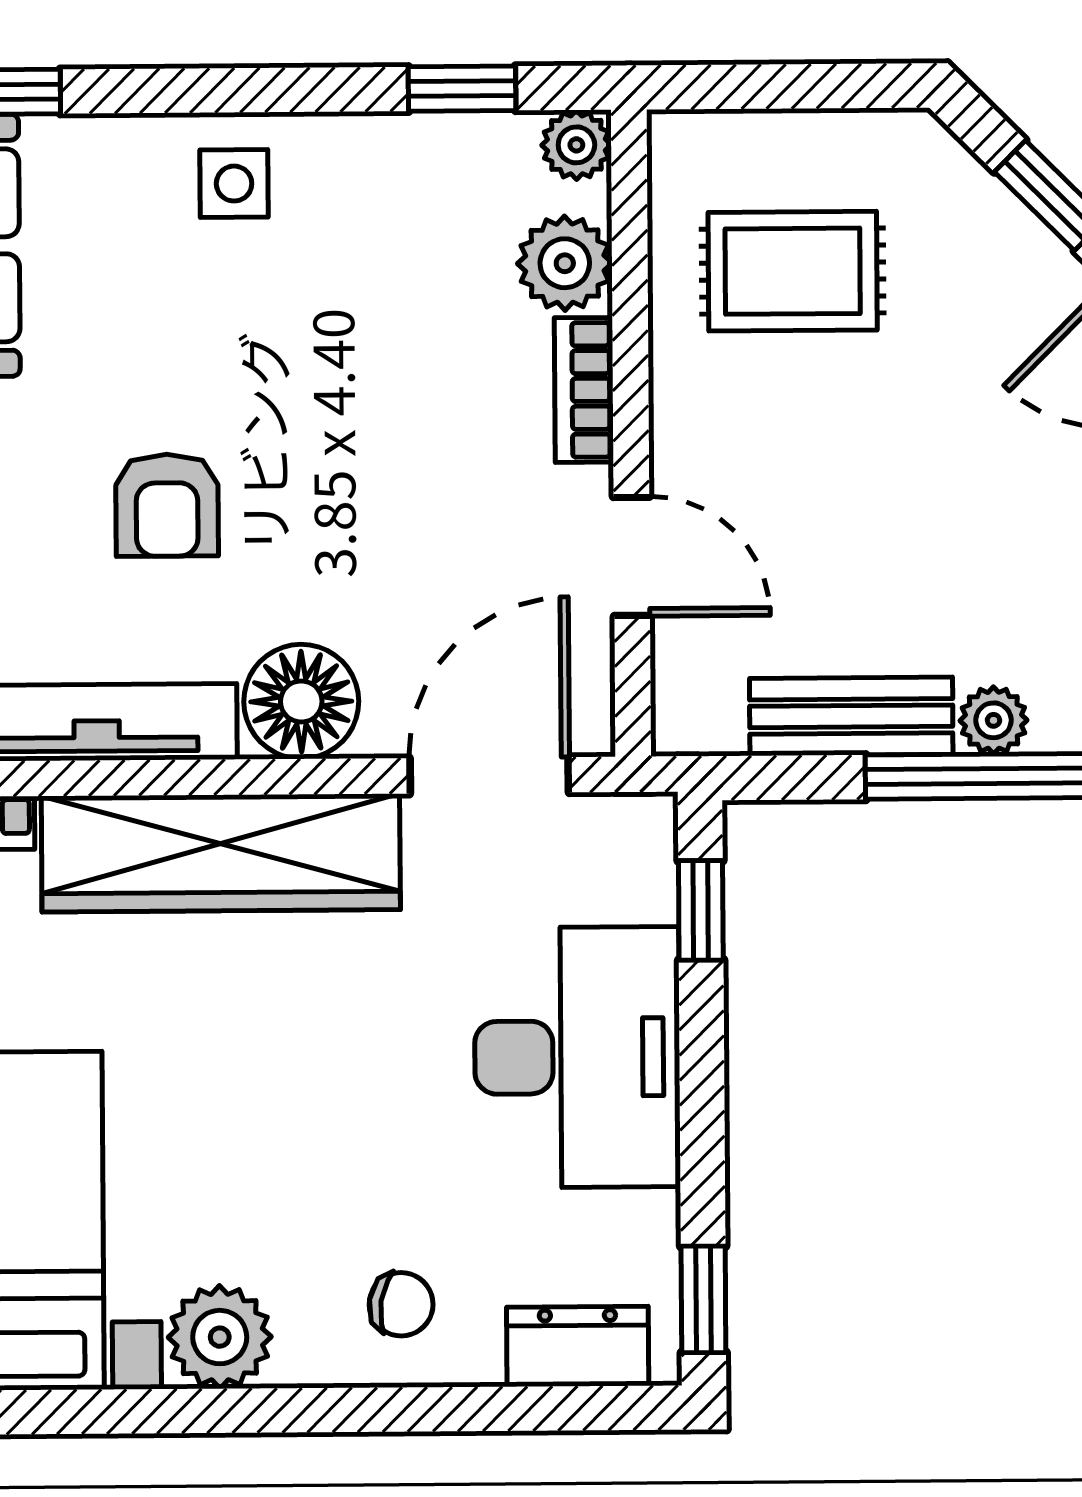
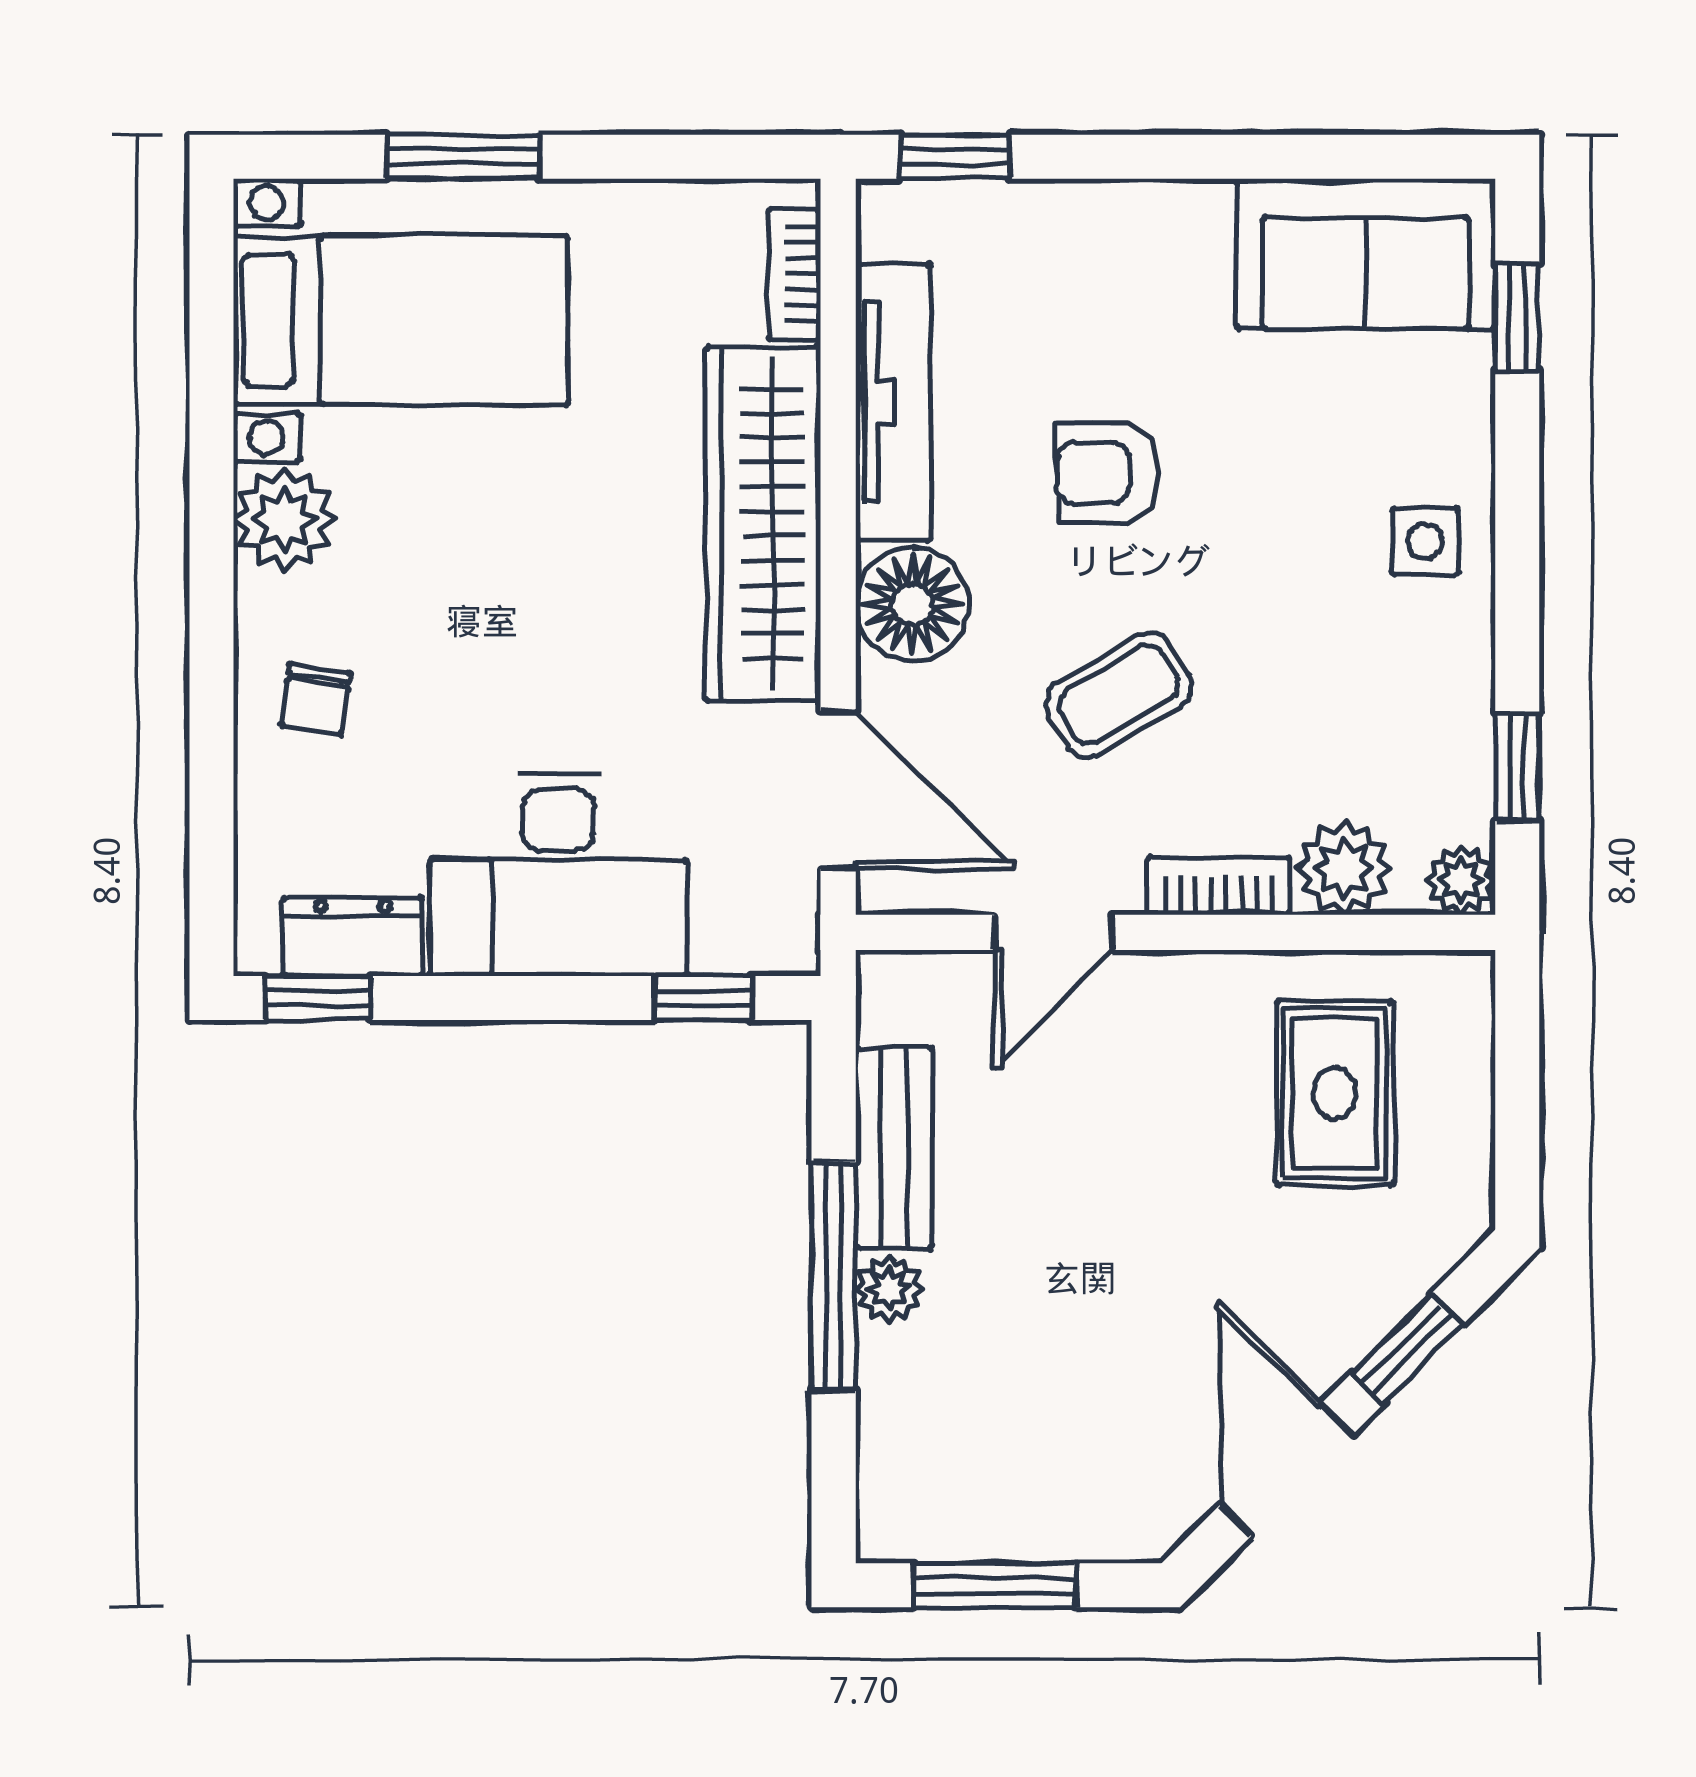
coffee table: (391, 492) -> (1119, 695), added
dresser: (578, 1346) -> (353, 937), moved, turned -90

